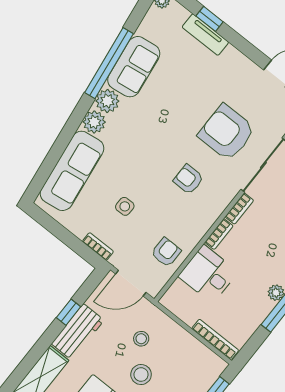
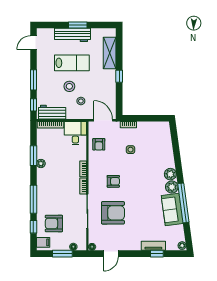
sofa: (72, 171) -> (164, 147), removed
desk: (208, 274) -> (75, 133), moved, turned -90
door: (131, 283) -> (103, 120), hinge flipped
window: (68, 312) -> (119, 76), moved
workbench: (78, 332) -> (52, 112), moved, turned 90

